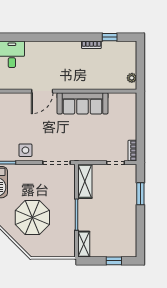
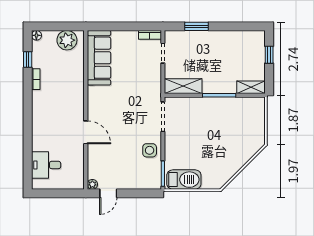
floor lamp: (132, 45) -> (36, 35), added
plant: (132, 78) -> (67, 40), width x1.87, depth x1.87
sofa: (82, 103) -> (99, 58), moved
parasol: (32, 218) -> (222, 143), removed

